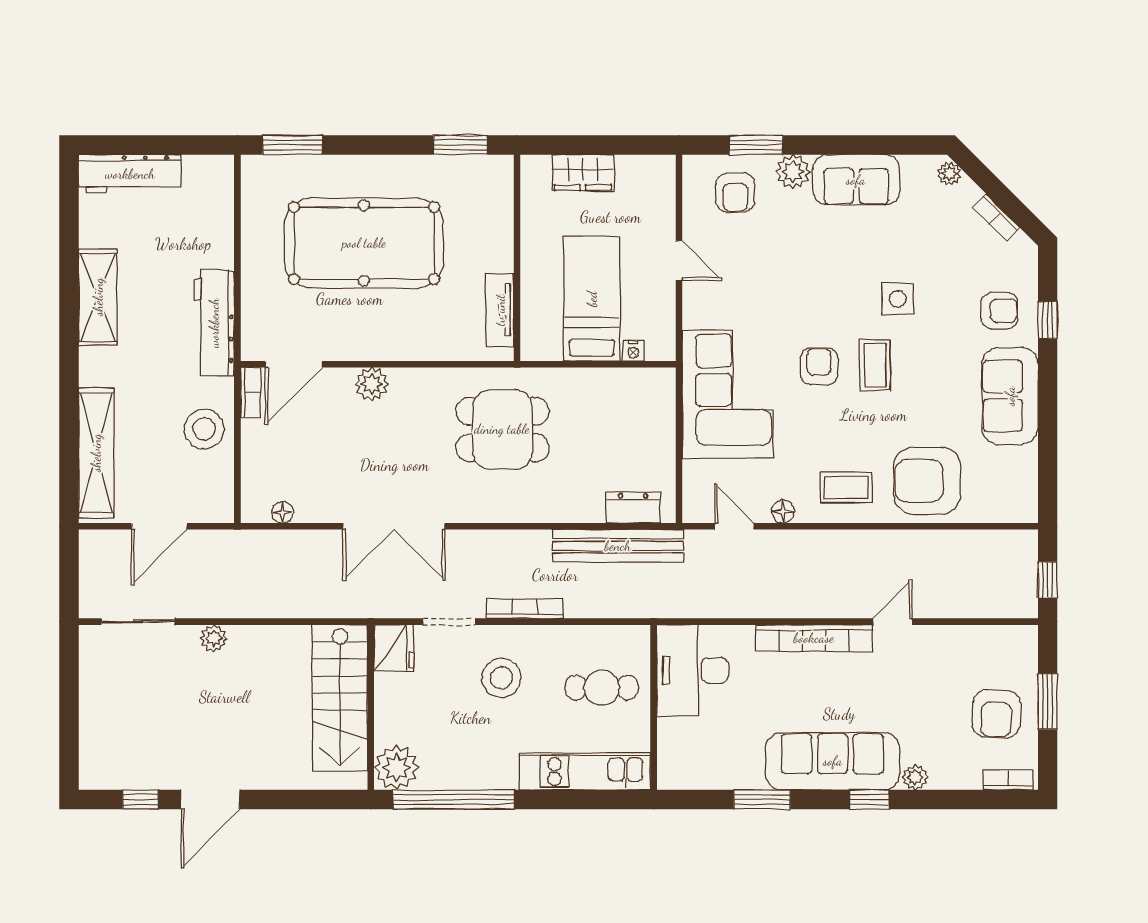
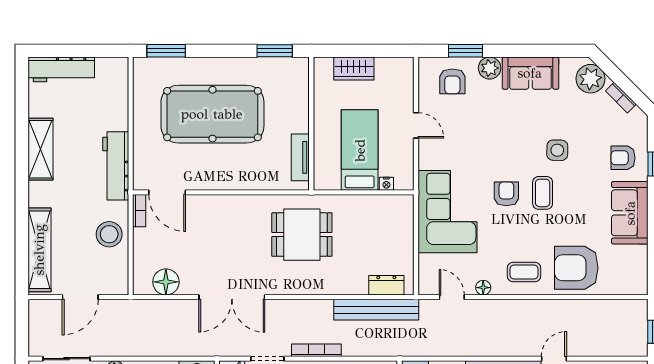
plant: (949, 174) -> (591, 79), width x1.87, depth x1.87
armchair: (999, 311) -> (623, 158), turned 180
door: (294, 364) -> (167, 192), hinge flipped
plant: (372, 384) -> (217, 205), removed
floor lamp: (282, 512) -> (166, 282), width x1.89, depth x1.89

